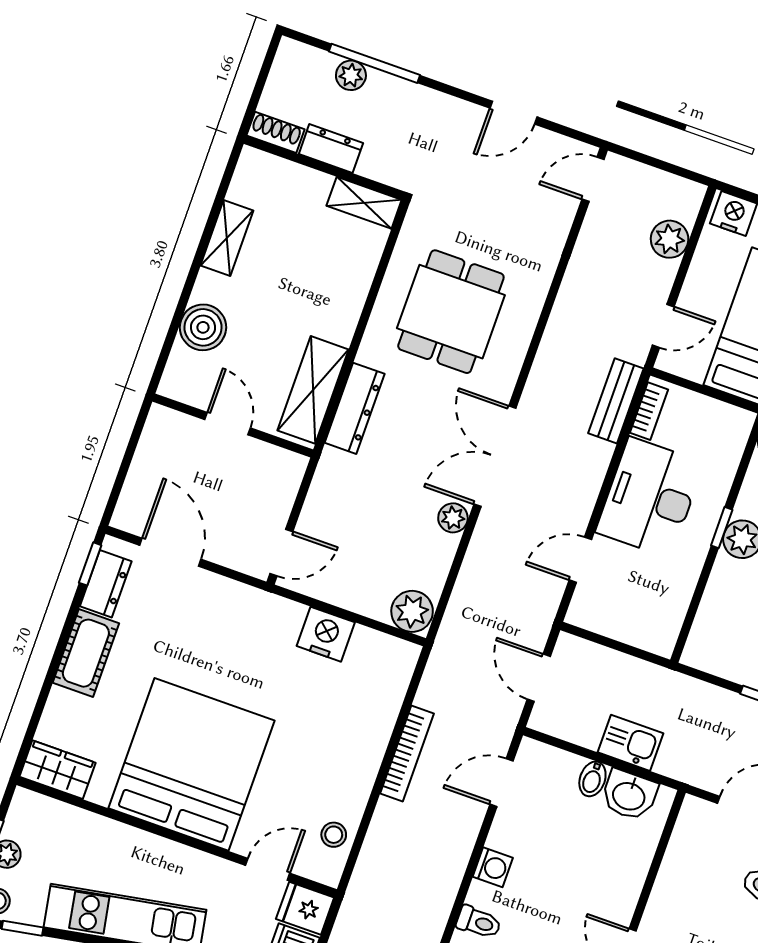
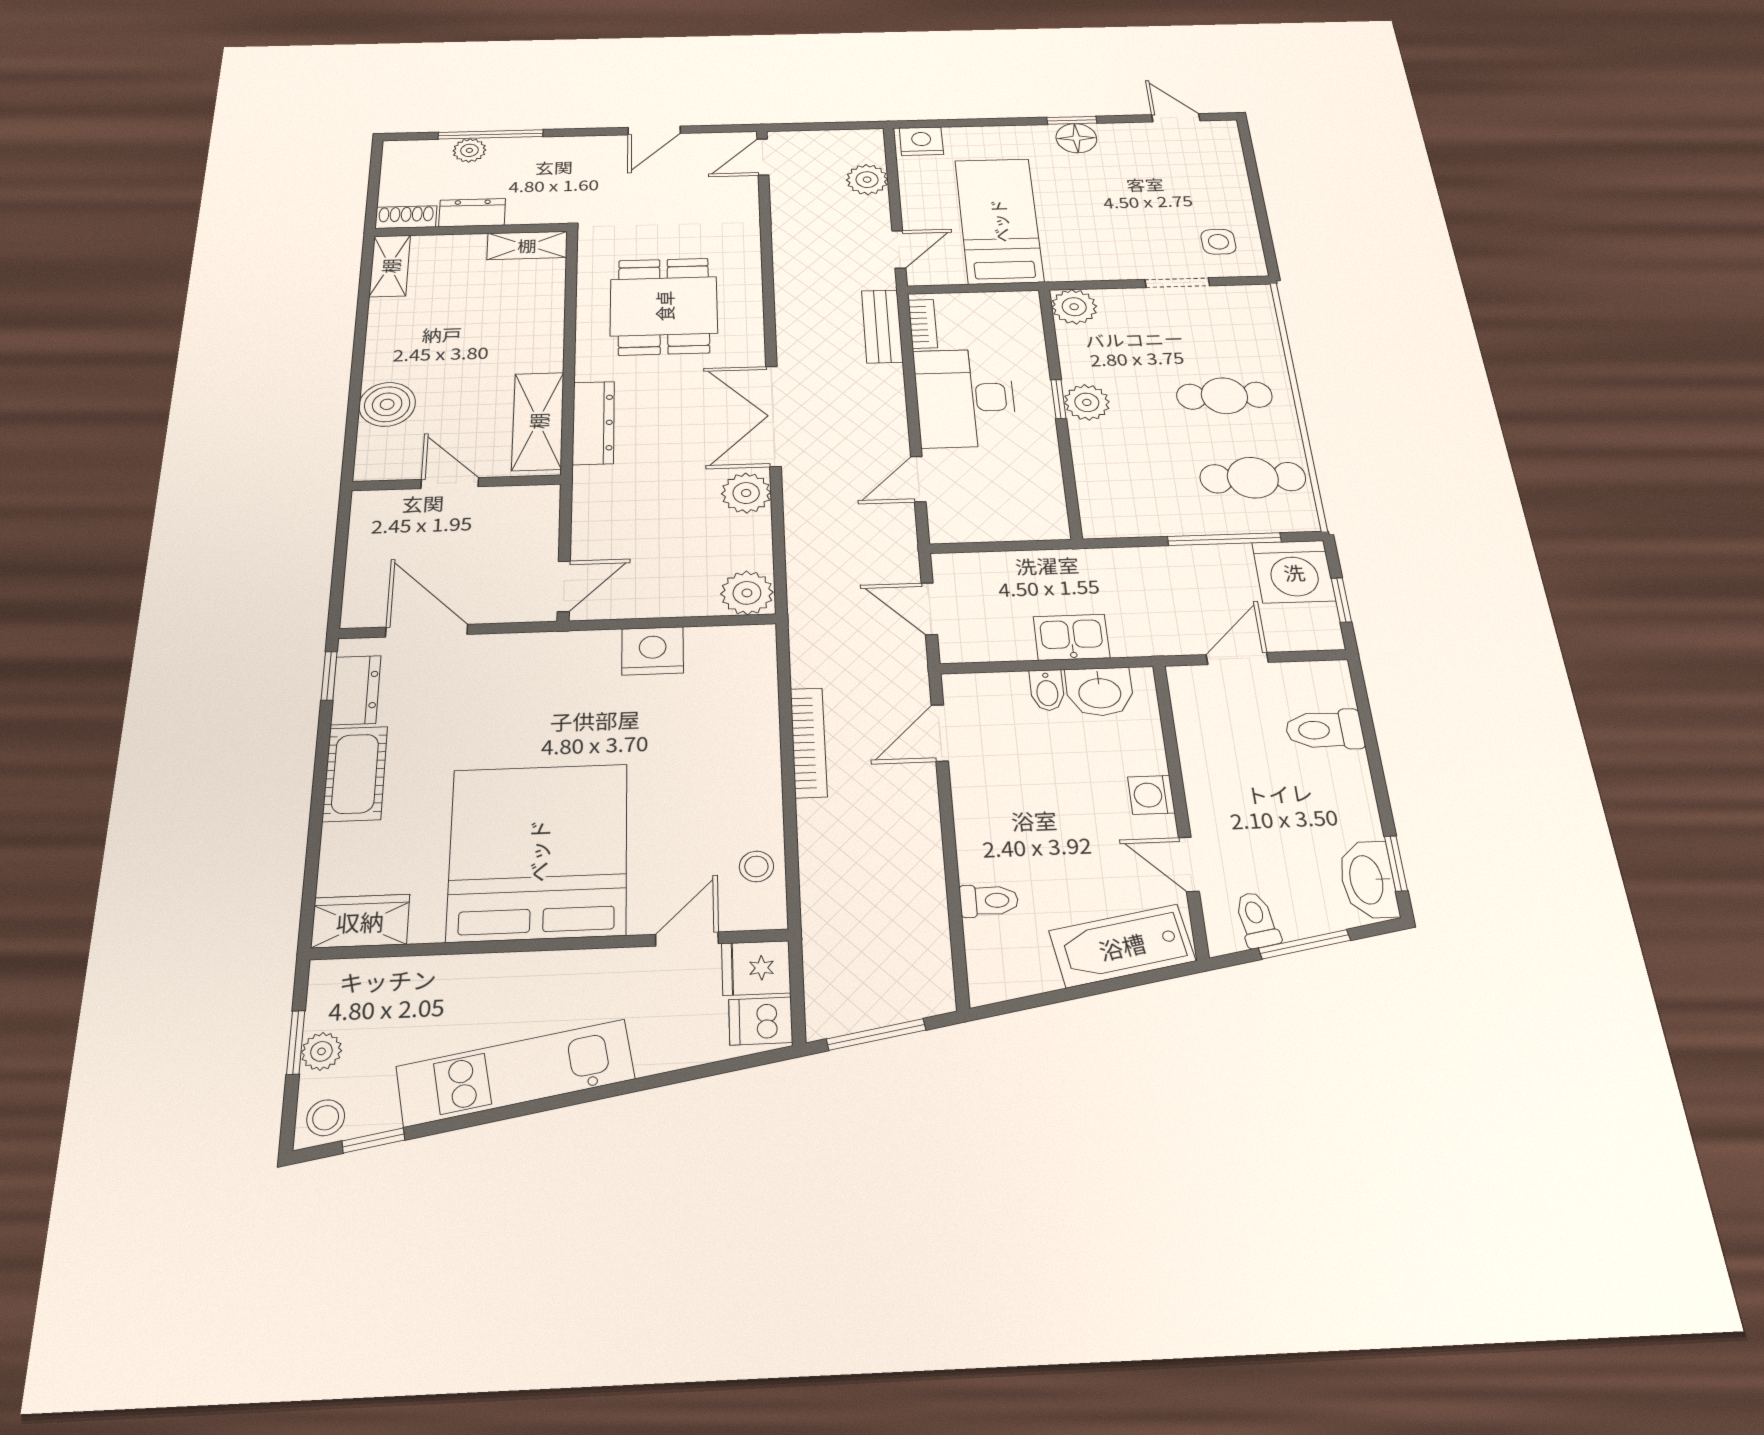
shelving: (227, 238) -> (390, 266), moved
plant: (453, 518) -> (746, 493), width x1.38, depth x1.38
washing machine: (493, 867) -> (1151, 795), moved, turned 180

